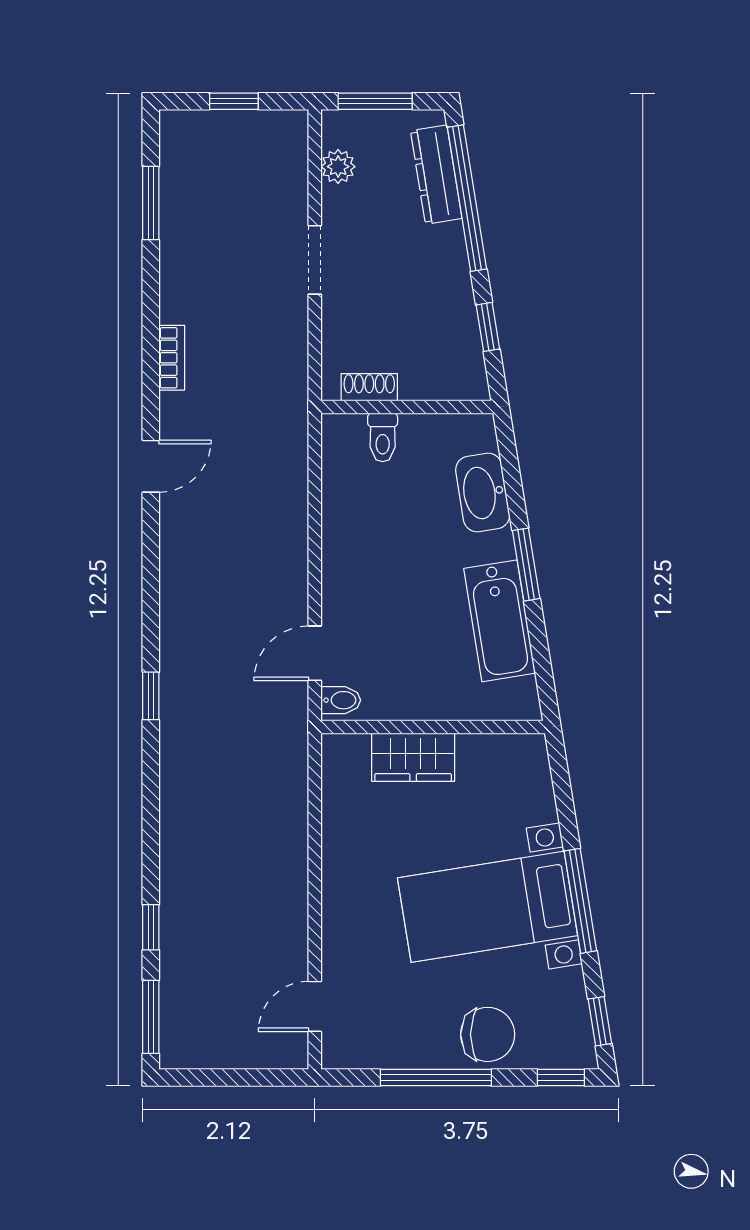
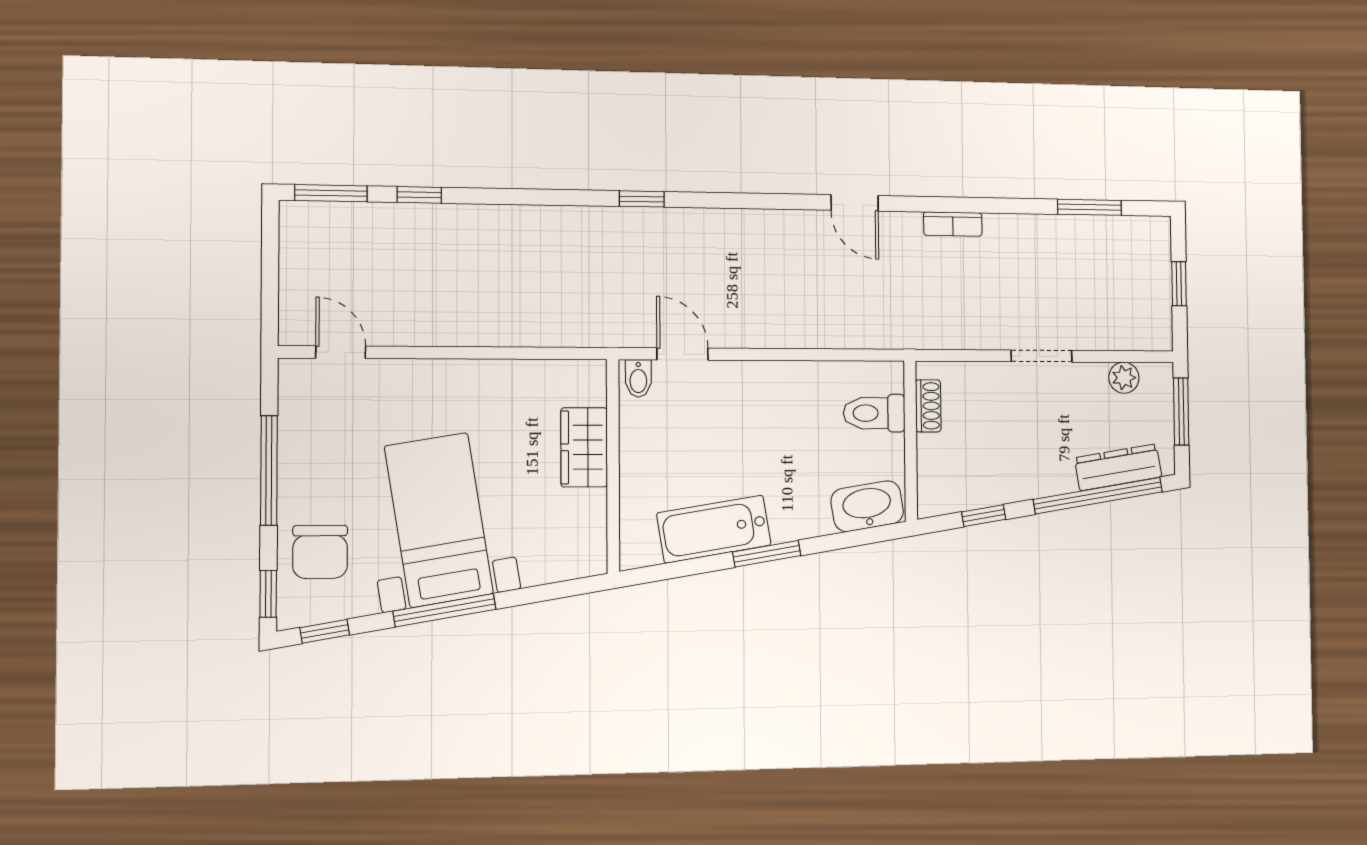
toilet: (383, 437) -> (874, 413), width x1.37, depth x1.39
washbasin: (483, 492) -> (867, 506), moved
chair: (488, 1034) -> (320, 552), moved

